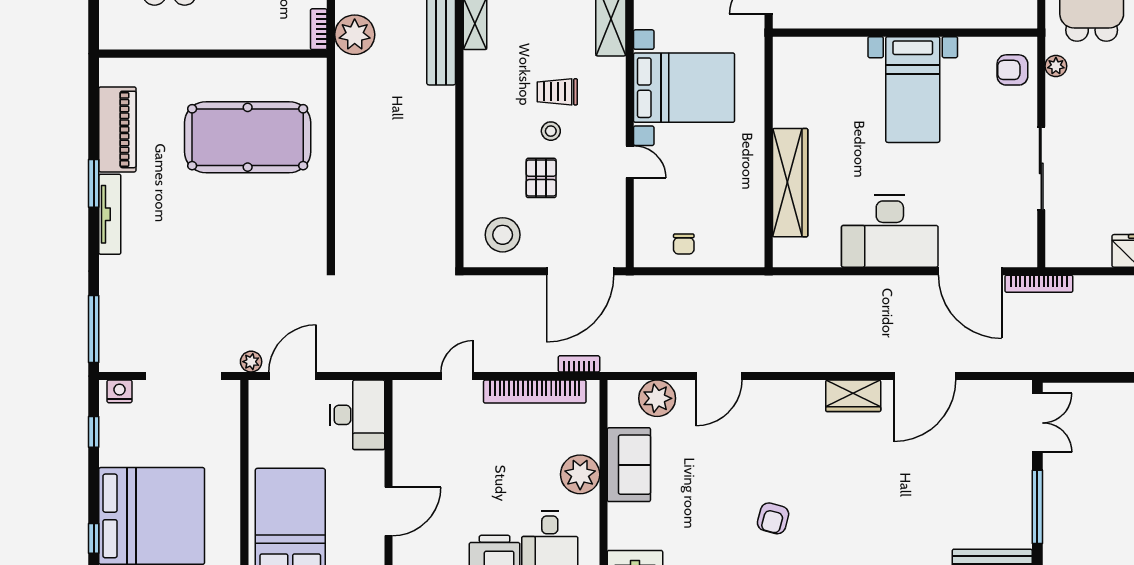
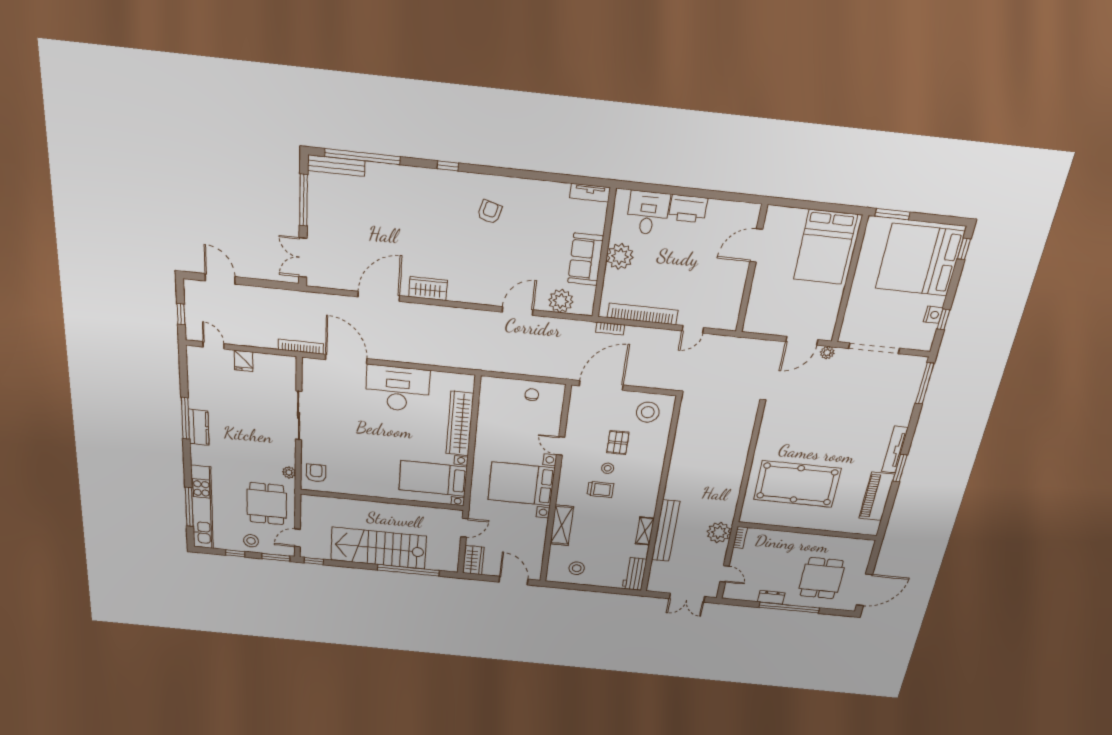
armchair: (1012, 70) -> (316, 473), turned -90
bed with nightstands: (913, 90) -> (433, 478), moved, turned -90
nightstand: (119, 391) -> (933, 315), moved, turned -90
desk: (357, 415) -> (764, 312), removed

